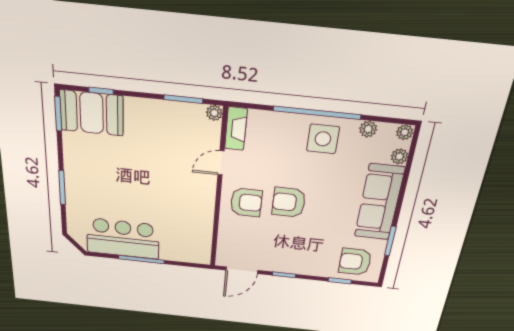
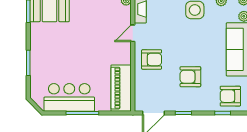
armchair: (289, 202) -> (190, 77), moved
piano: (198, 235) -> (121, 88), added

